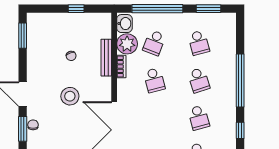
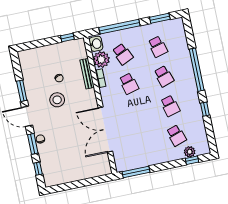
window: (76, 9) -> (67, 38), moved
window: (23, 36) -> (22, 91), moved
school desk: (154, 43) -> (123, 54), turned -45
stool: (70, 96) -> (57, 100), moved

